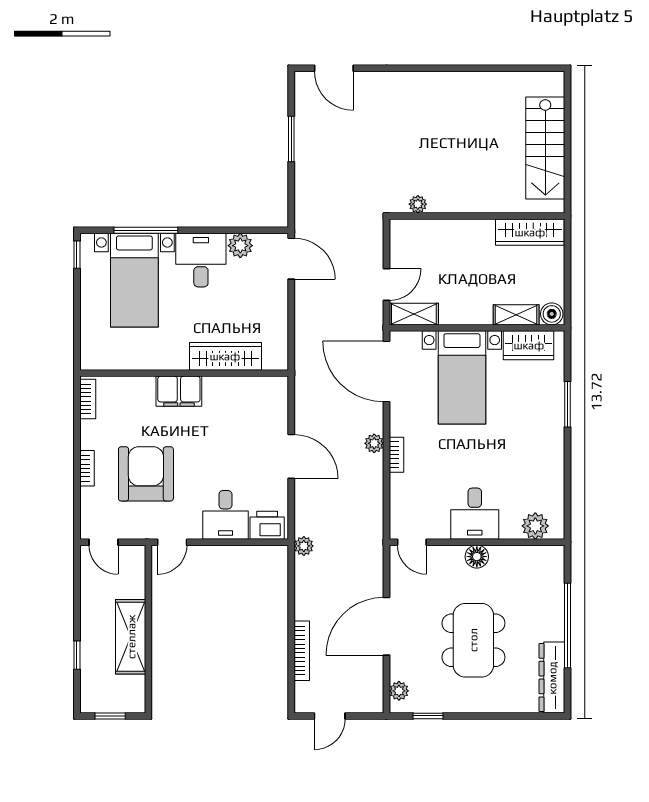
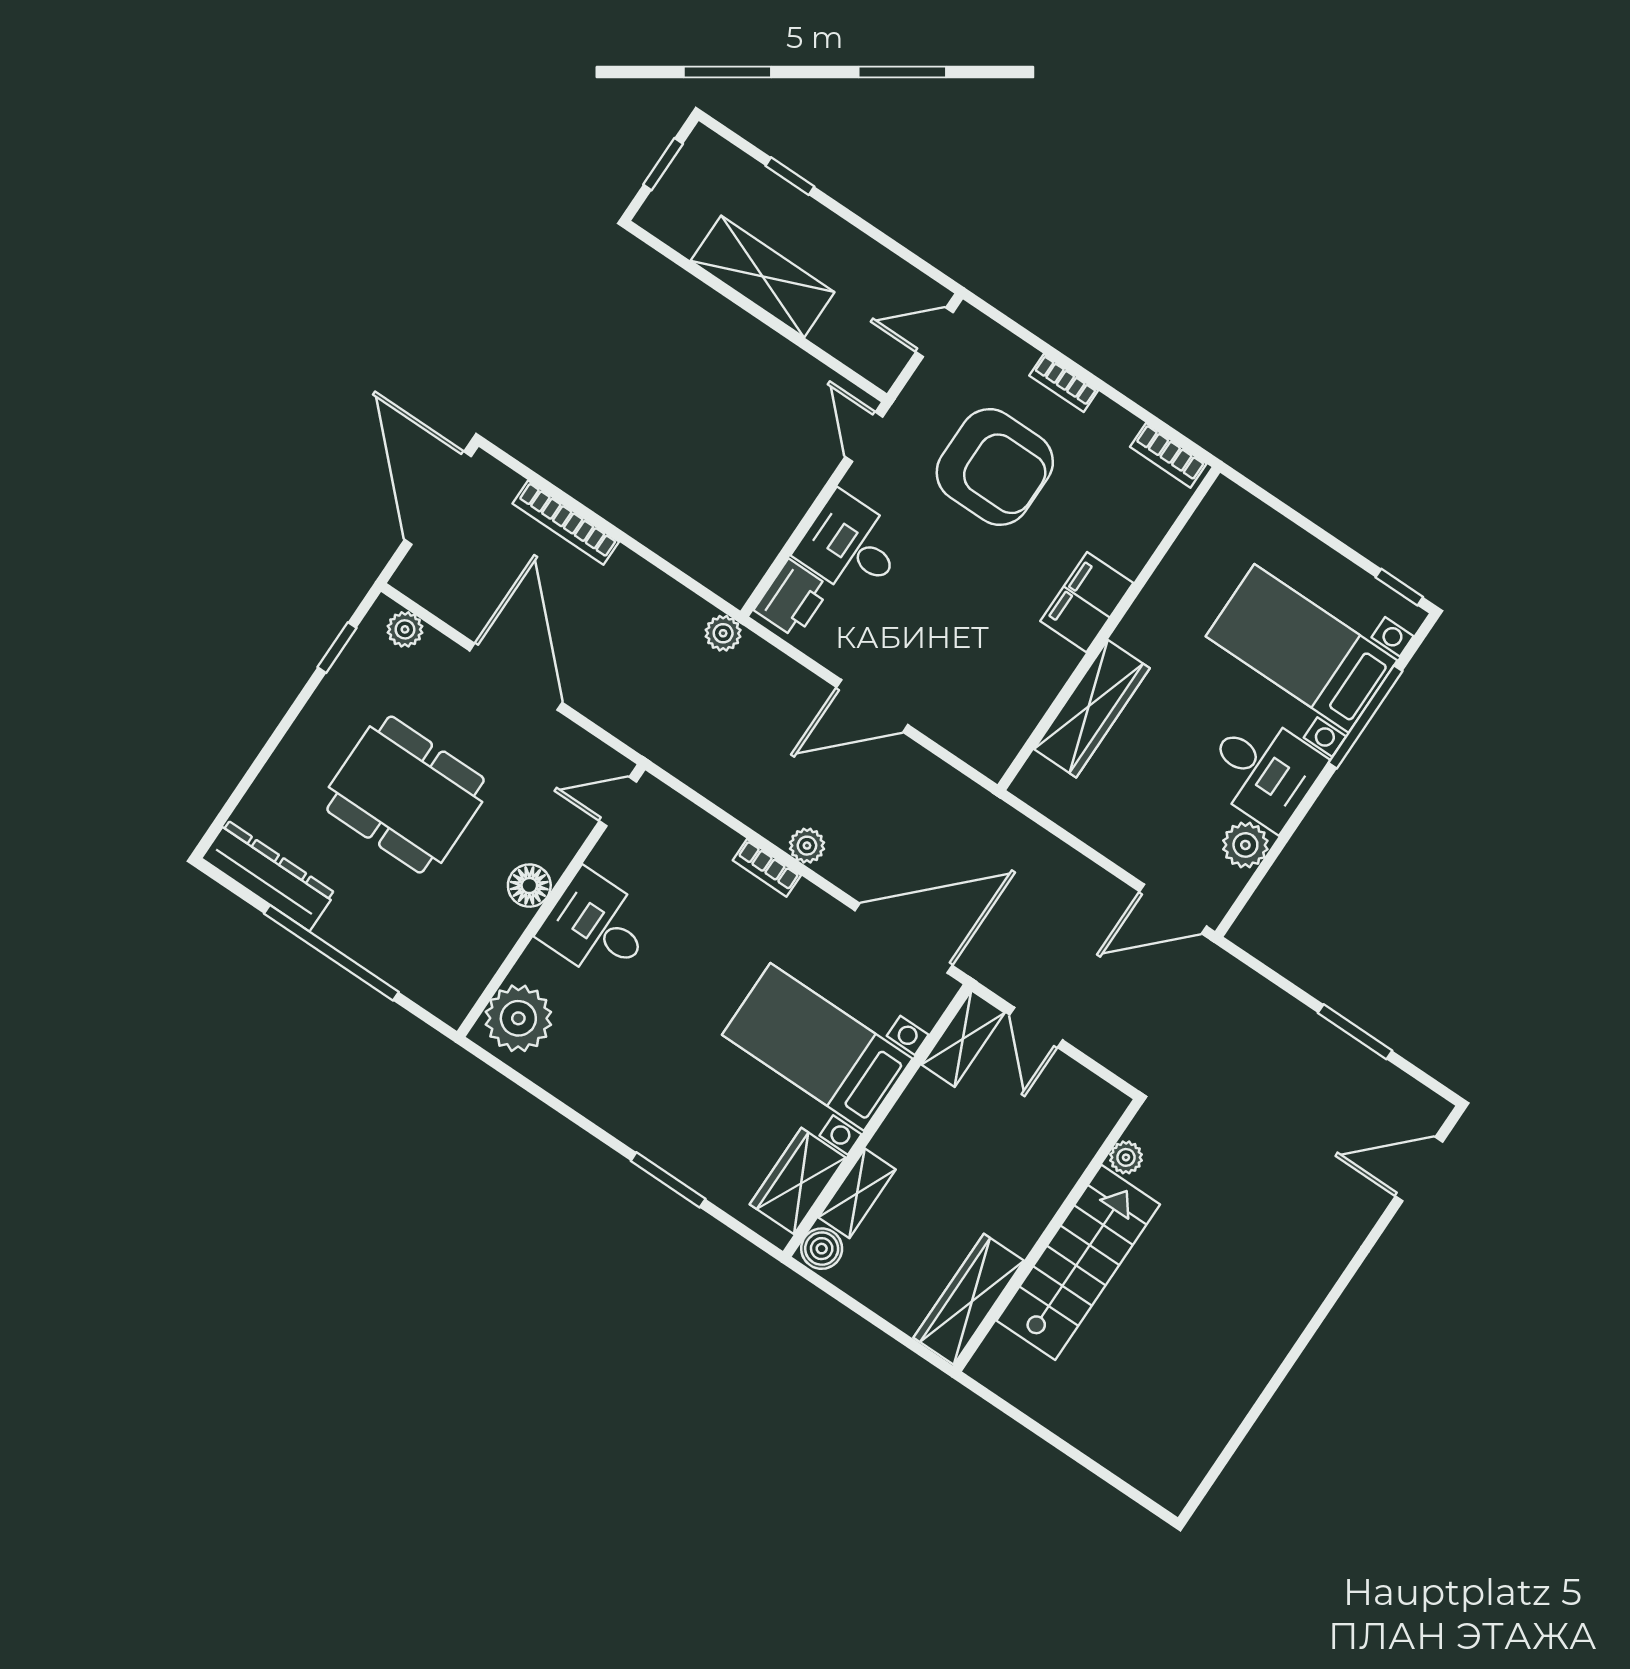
stairs: (545, 148) -> (1078, 1262), moved, turned 90
plant: (535, 526) -> (518, 1018), width x1.36, depth x1.36
door: (330, 716) -> (438, 498), width x1.88

